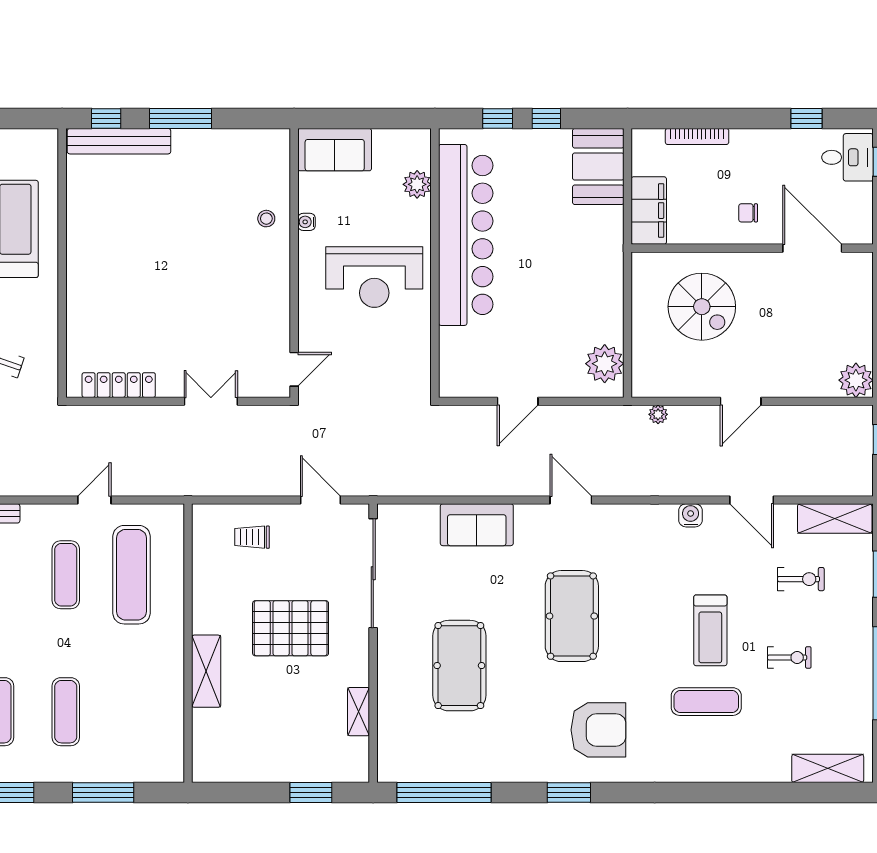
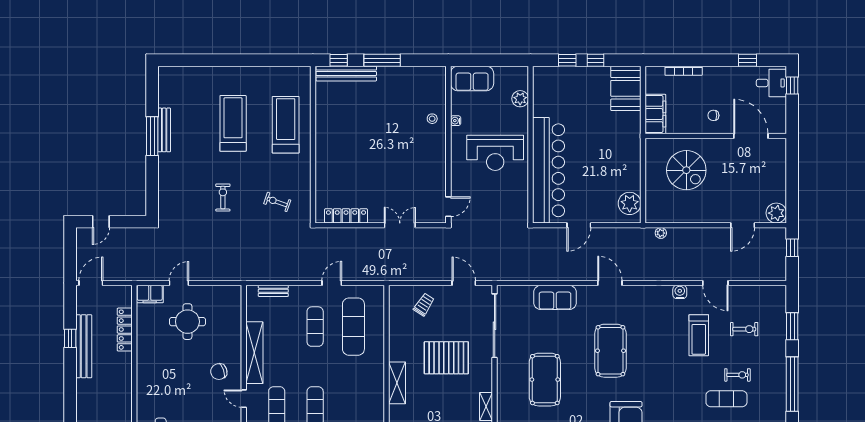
bar counter: (466, 235) -> (549, 170), moved
door: (741, 401) -> (743, 225), moved
shelving: (835, 519) -> (764, 294), removed
trolley: (252, 537) -> (424, 305), turned 123
treadmill: (710, 630) -> (699, 335), moved
exercise mat: (706, 702) -> (726, 399), moved

